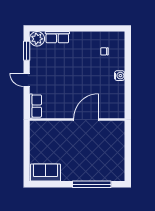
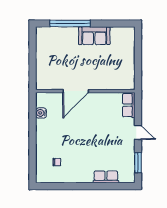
plant: (37, 39) -> (127, 175), removed
water cooler: (120, 76) -> (41, 113), moved
sofa: (45, 173) -> (94, 36), moved

